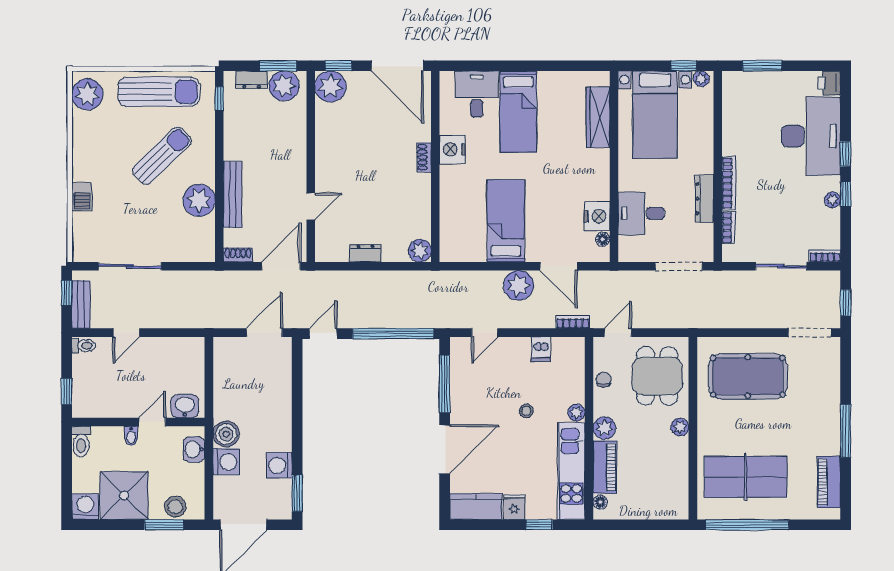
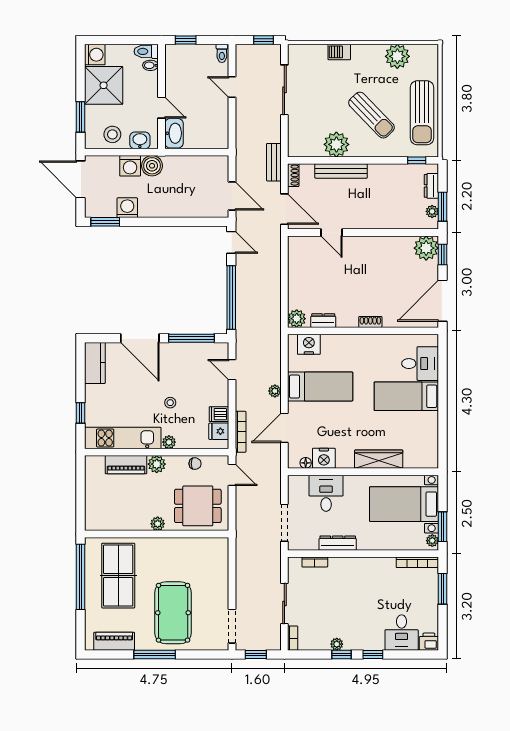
window: (684, 66) -> (443, 527), width x1.50
plant: (284, 86) -> (432, 211), width x0.53, depth x0.53
plant: (87, 94) -> (397, 56), moved
wardrobe: (598, 117) -> (379, 459), moved
desk: (811, 136) -> (402, 633), width x0.53, depth x0.77
nightstand: (452, 149) -> (309, 344), moved
bookcase: (729, 183) -> (417, 562), moved
dresser: (365, 253) -> (323, 321), moved, turned -90
plant: (519, 285) -> (275, 391), width x0.53, depth x0.53
bench: (81, 305) -> (274, 162), moved, turned 90
bookcase: (573, 322) -> (241, 432), width x1.56
pool table: (748, 376) -> (173, 613), moved
washbasin: (185, 406) -> (174, 133), width x1.38
bidet: (131, 436) -> (150, 65), moved
floor lamp: (600, 502) -> (98, 461), removed
stool: (175, 507) -> (112, 134), moved
fridge: (514, 507) -> (219, 431), moved, turned 180

